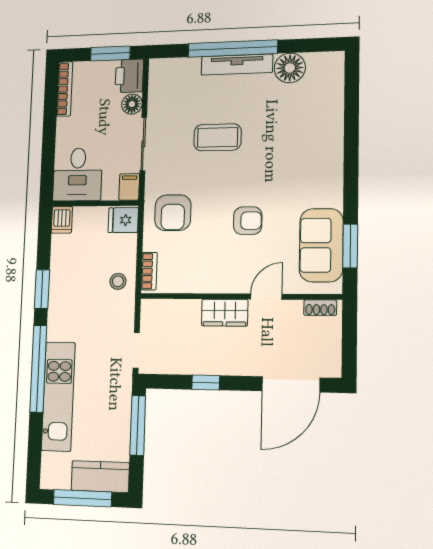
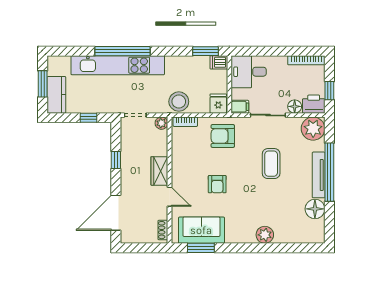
window: (110, 53) -> (329, 91), width x0.67
plant: (166, 75) -> (313, 129), added
plant: (330, 145) -> (265, 235), added
stool: (118, 281) -> (179, 102), width x1.89, depth x1.89
window: (42, 289) -> (205, 51), moved
plant: (150, 309) -> (161, 123), added
door: (291, 384) -> (116, 213), hinge flipped
kitchen unit: (58, 396) -> (118, 65), width x1.36
window: (138, 425) -> (89, 118), width x0.46
window: (82, 498) -> (43, 84), width x0.69

